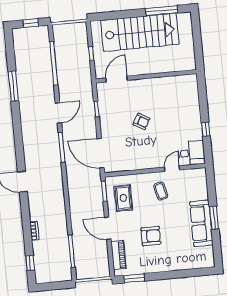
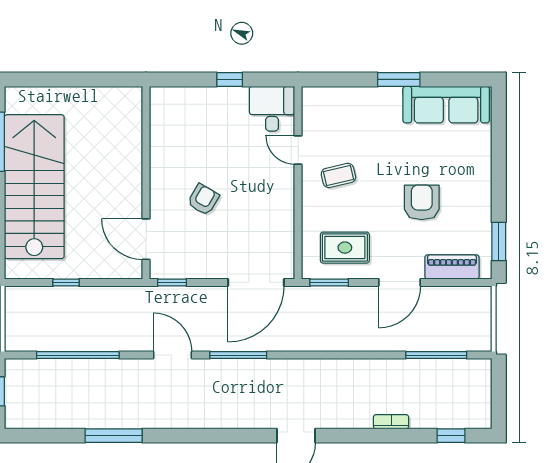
wall: (146, 76) -> (146, 183), moved
door: (117, 79) -> (146, 239), moved
sofa: (201, 223) -> (446, 105), moved

